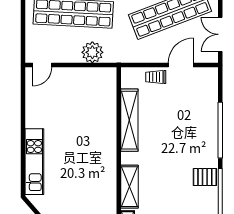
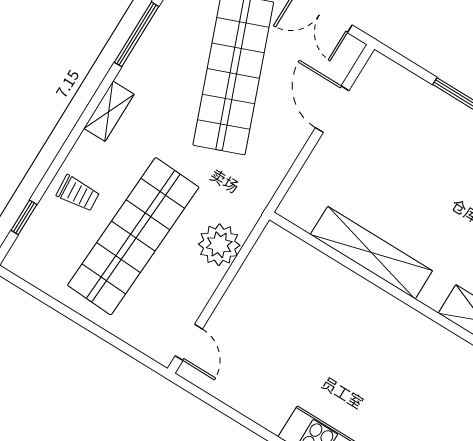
trolley: (156, 77) -> (326, 164), removed

